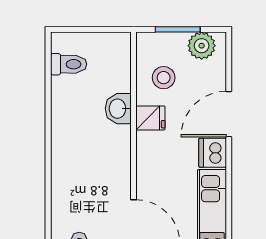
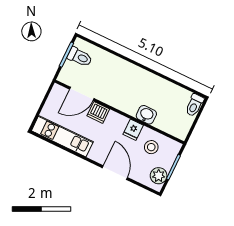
toilet: (69, 64) -> (194, 105), moved
dishwasher: (213, 153) -> (98, 112), moved, turned 180

